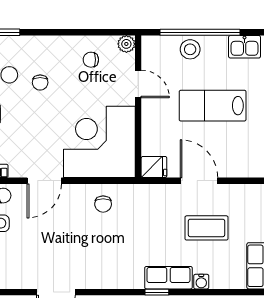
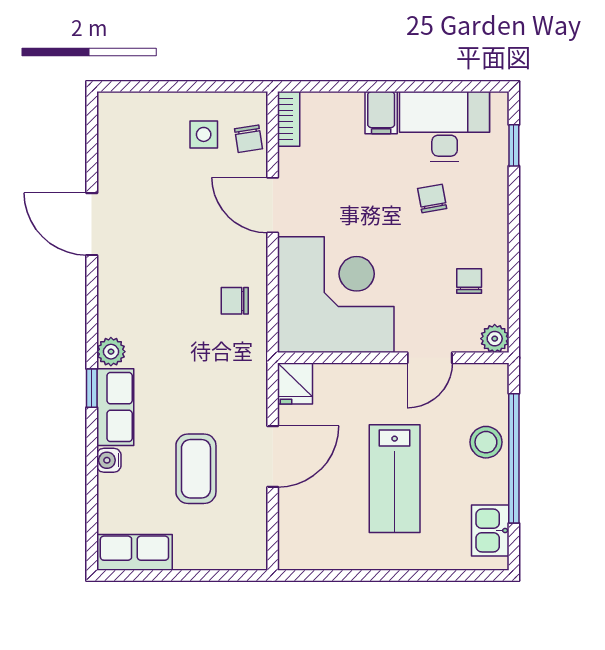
chair: (40, 82) -> (432, 199), turned 80
lab bench: (213, 106) -> (395, 479), turned 180
plant: (134, 280) -> (111, 352), added

